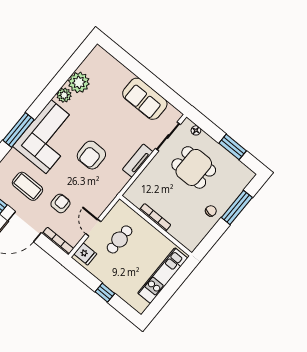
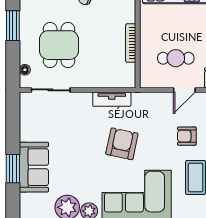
window: (135, 67) -> (13, 169), added
sofa: (145, 99) -> (34, 167), moved
armchair: (91, 155) -> (122, 144), turned -78
tv unit: (138, 161) -> (112, 99), moved

